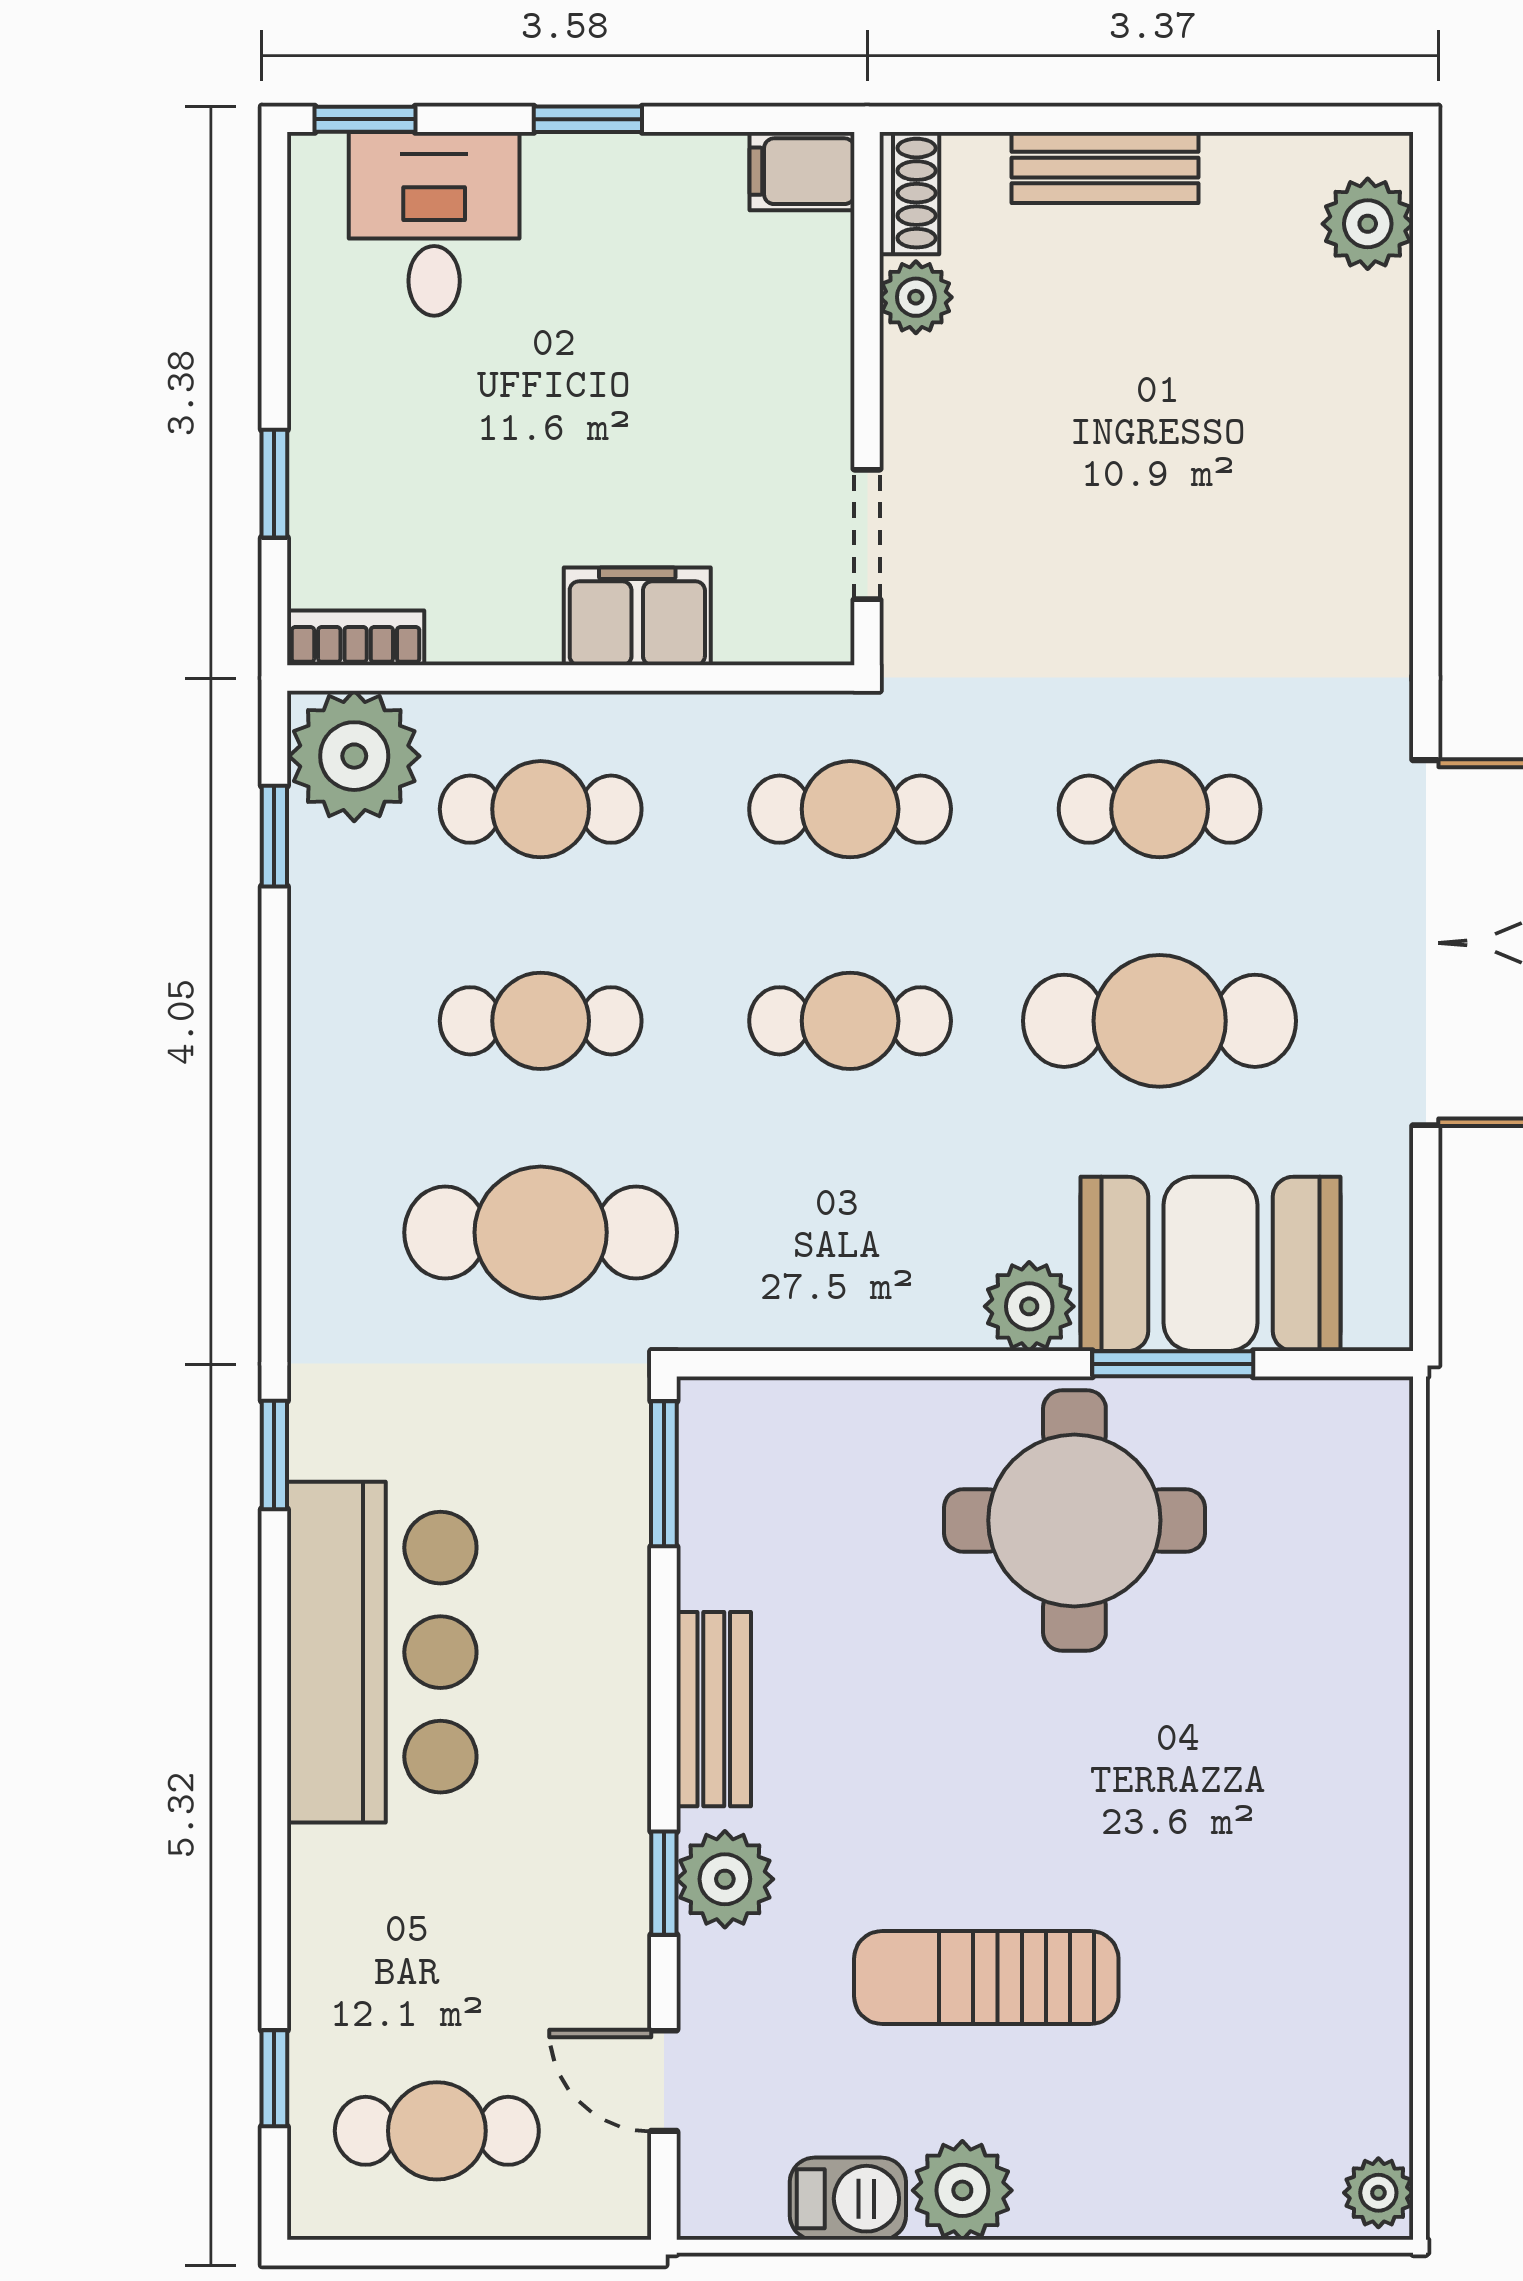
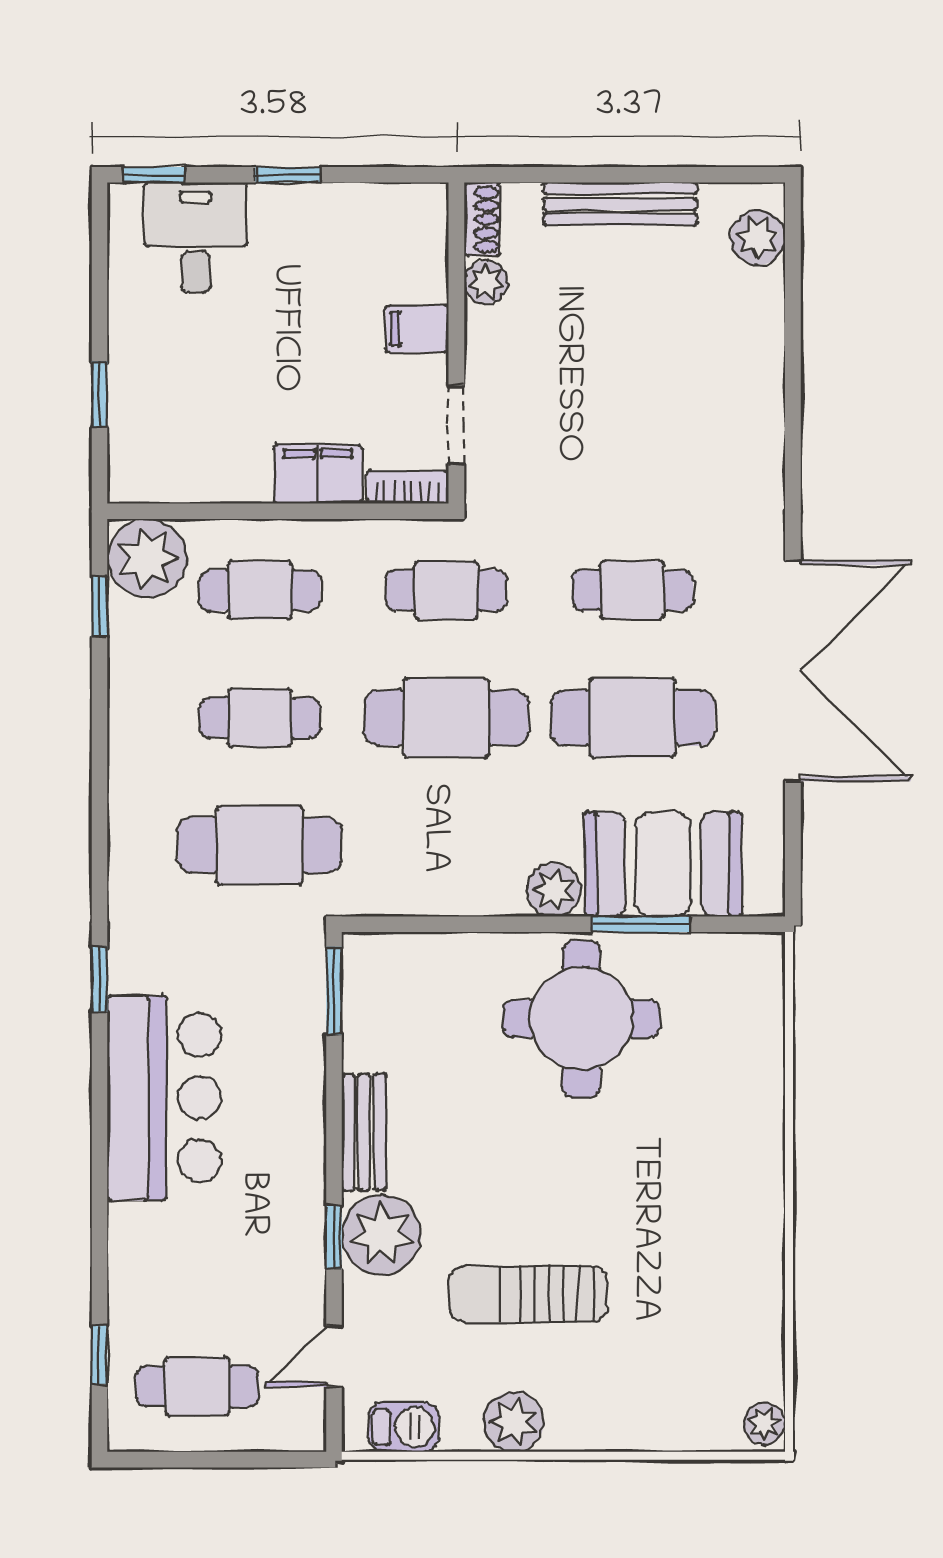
bench: (1105, 168) -> (620, 204), width x1.36
filing cabinet: (802, 171) -> (417, 329), moved
bookcase: (356, 638) -> (407, 487), moved
cafe table: (850, 1021) -> (446, 718), width x1.37, depth x1.35
plant: (725, 1879) -> (381, 1235), width x1.36, depth x1.36
door: (664, 2081) -> (334, 1356), hinge flipped
barbecue: (848, 2199) -> (404, 1427), moved

